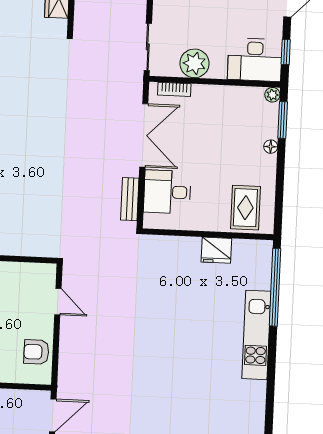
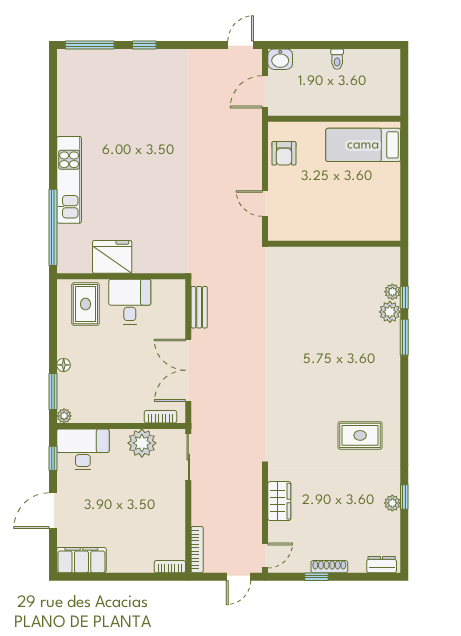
desk: (167, 192) -> (130, 302), moved, turned -90
fridge: (216, 250) -> (112, 257), width x1.36, depth x1.34
armchair: (36, 352) -> (284, 153), turned 90

